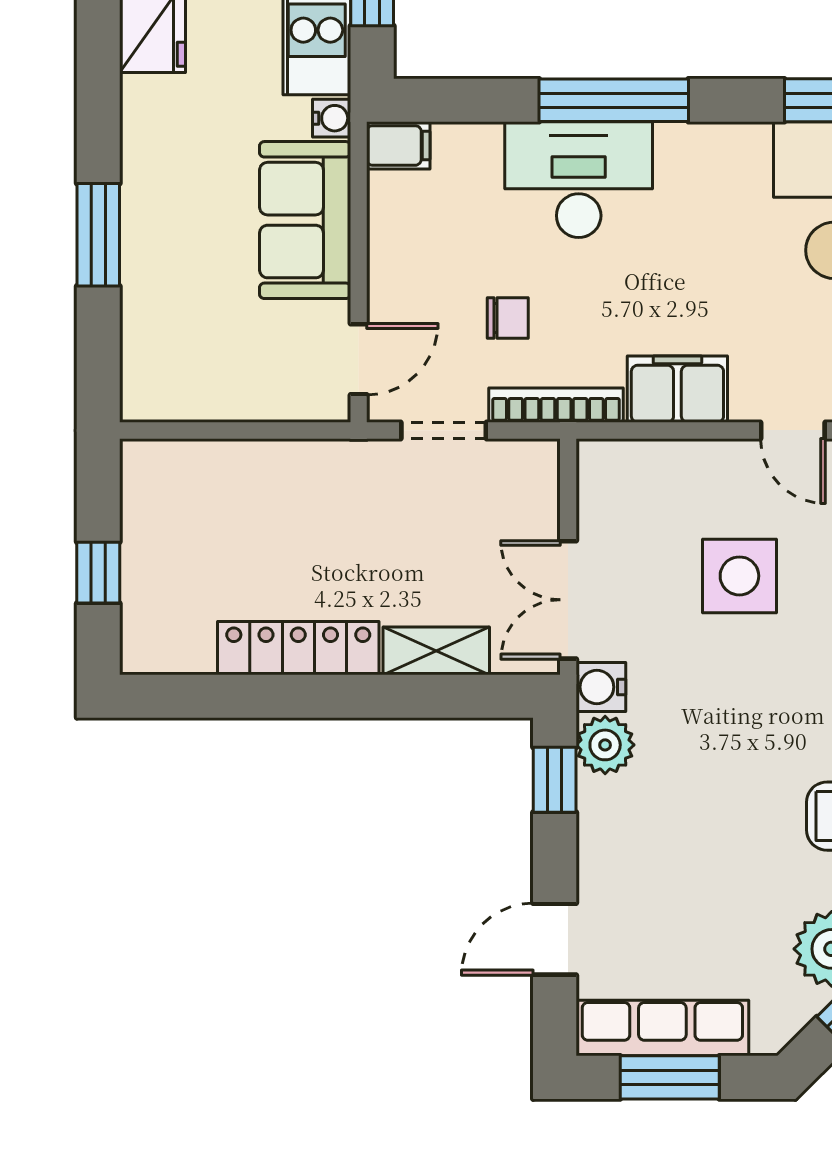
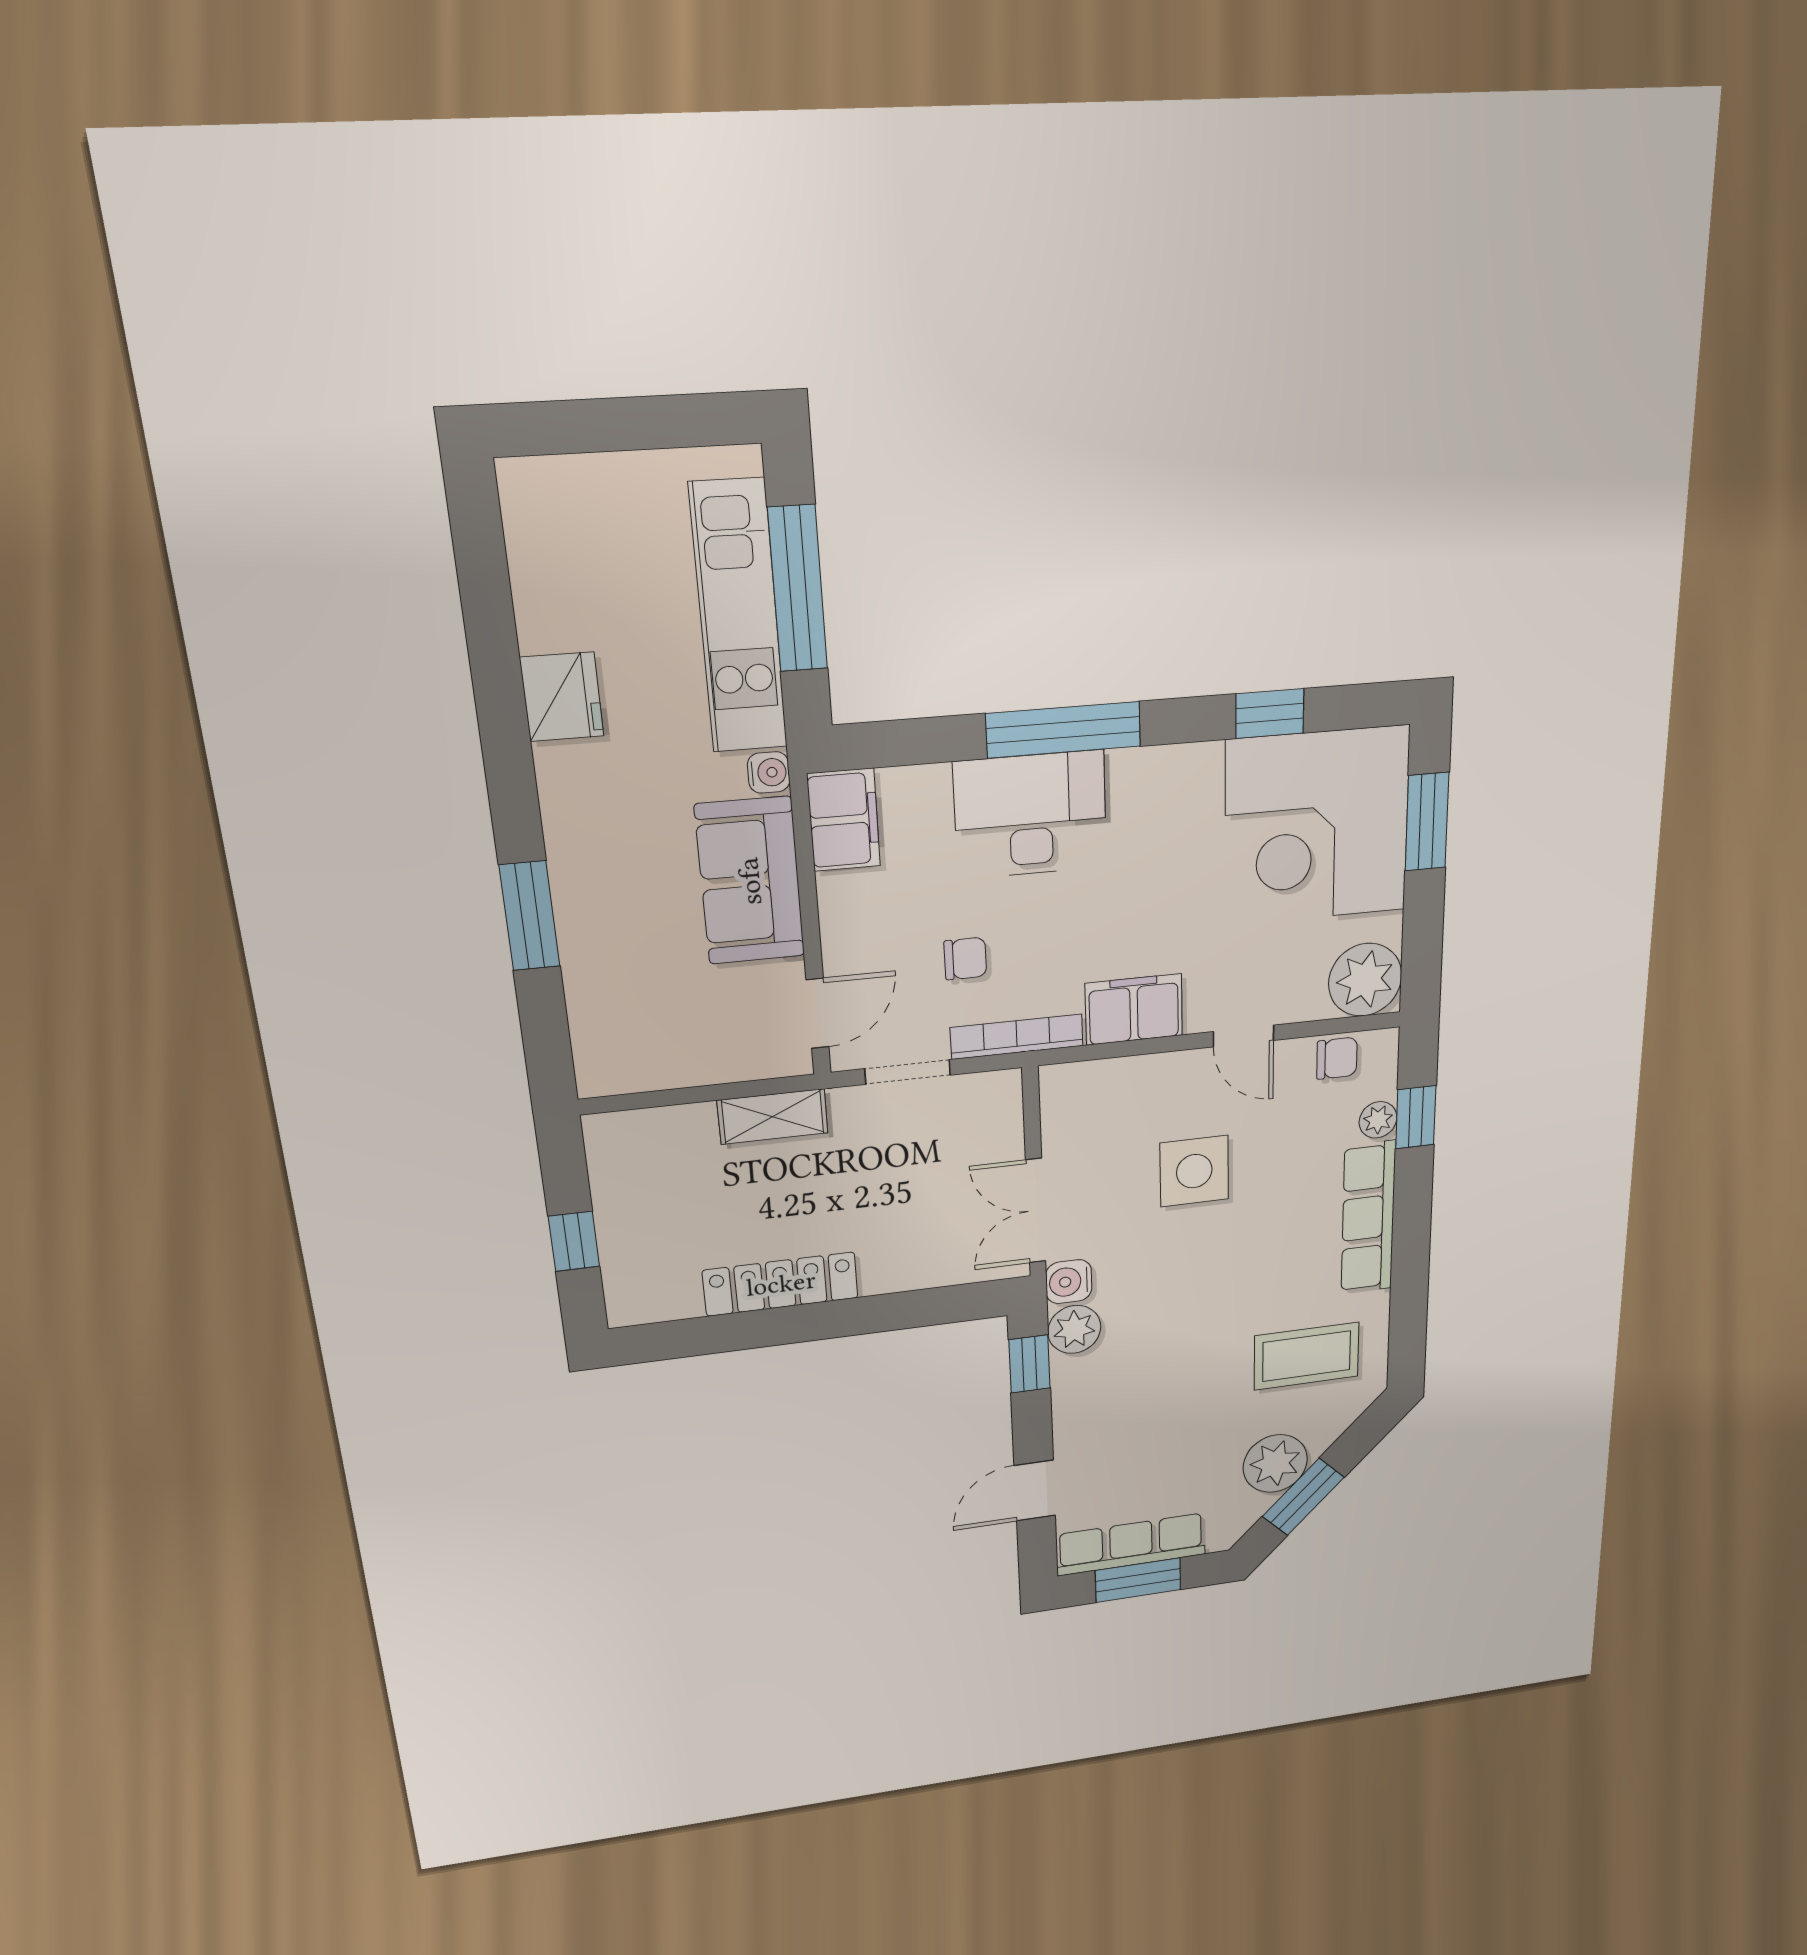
filing cabinet: (398, 145) -> (844, 820), width x2.00
shelving: (436, 651) -> (773, 1117), moved

